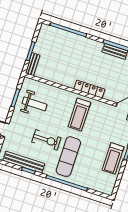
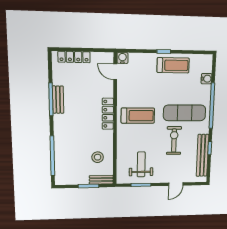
stool: (54, 68) -> (98, 157), added
water cooler: (92, 185) -> (207, 79), added

